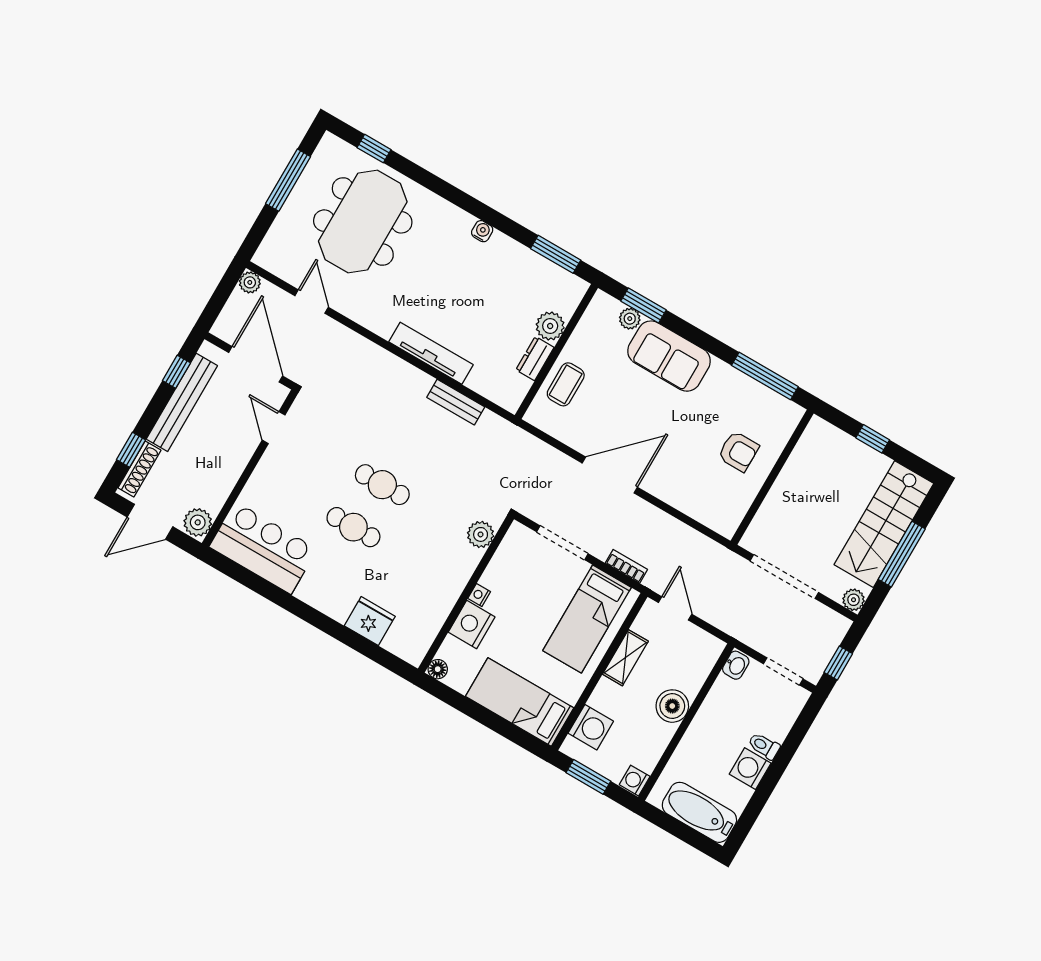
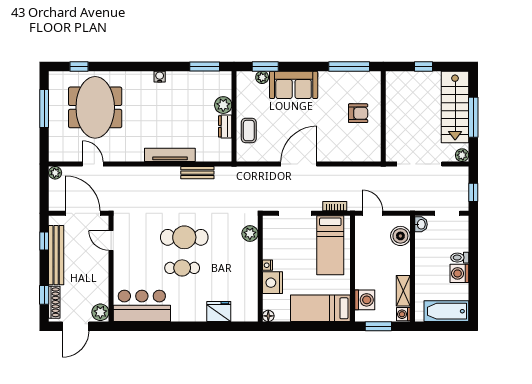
cafe table: (382, 485) -> (184, 237), width x1.37, depth x1.35
shelving: (625, 658) -> (403, 291), moved
boiler: (672, 706) -> (400, 236), moved

